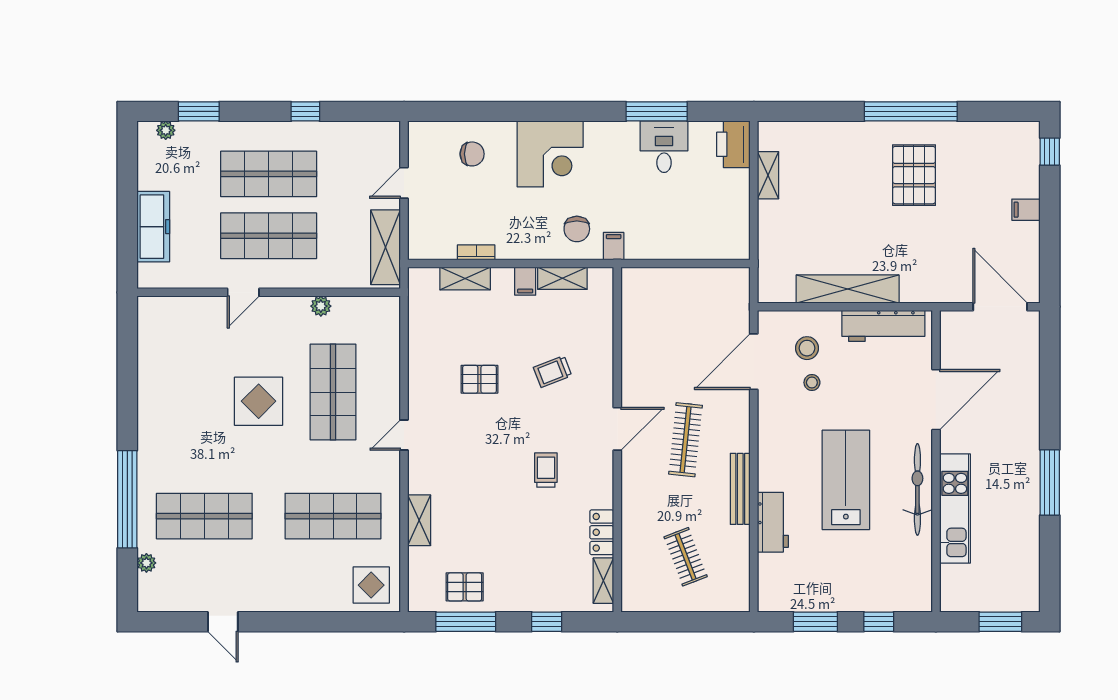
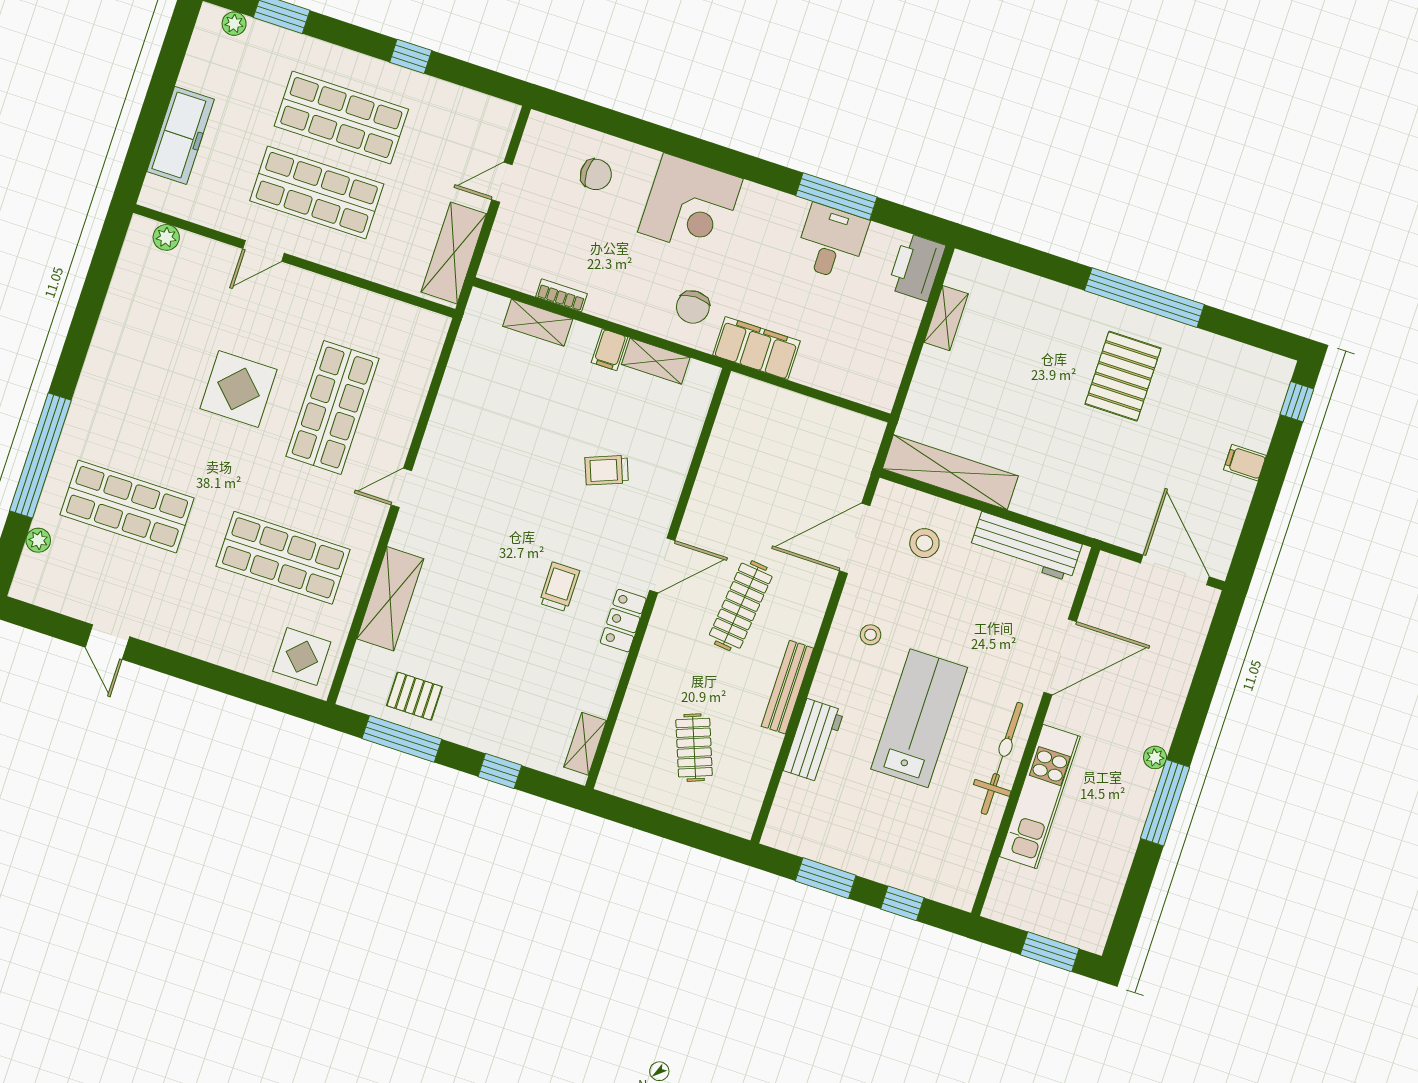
filing cabinet: (614, 246) -> (756, 348), width x3.00, depth x1.17
shelving: (848, 289) -> (950, 472), moved
plant: (321, 306) -> (166, 237), moved
pallet: (479, 379) -> (515, 450), removed
stool: (812, 383) -> (871, 635), moved
plant: (1031, 451) -> (1155, 757), added
shelving: (419, 520) -> (390, 599), width x1.50, depth x1.33
locker: (602, 532) -> (623, 621), moved

